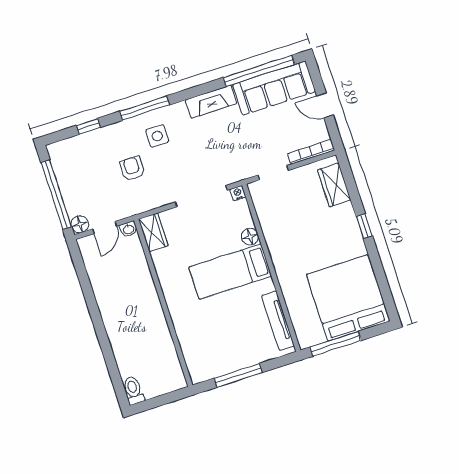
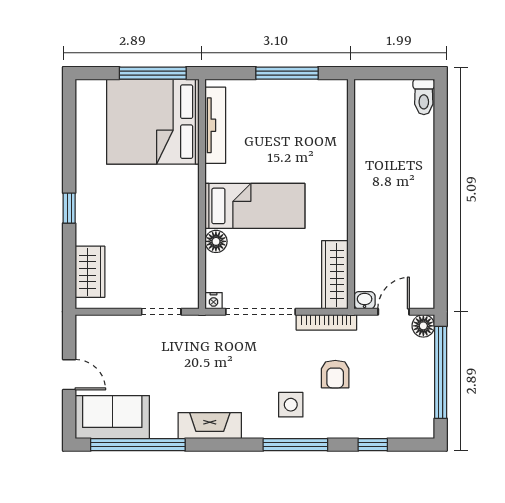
sofa: (274, 88) -> (112, 417), width x0.73
bookcase: (311, 152) -> (326, 322), moved
wardrobe: (153, 232) -> (335, 275), width x1.50
bed: (348, 298) -> (153, 122), moved, turned 90

